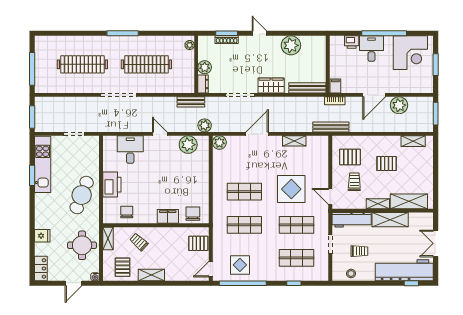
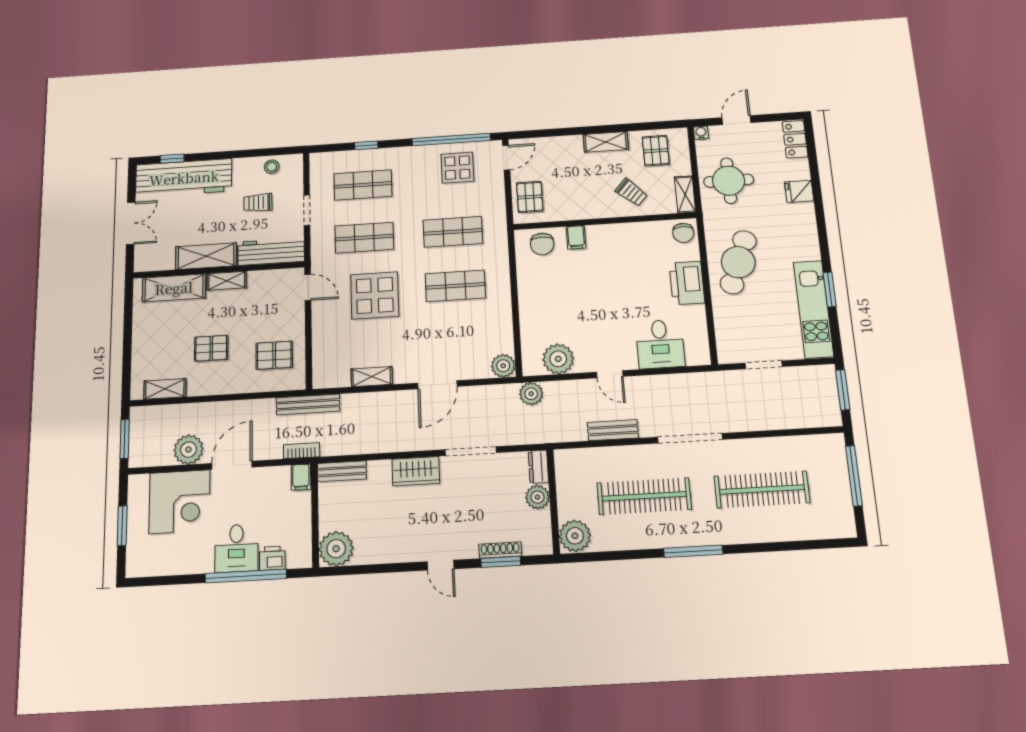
window: (384, 33) -> (246, 576), moved
plant: (190, 45) -> (575, 536), width x1.87, depth x1.87
plant: (291, 45) -> (336, 549), moved
corner desk: (410, 53) -> (180, 502), moved, turned 180
bench: (307, 88) -> (342, 471), width x0.73
bench: (191, 102) -> (613, 430), moved
trolley: (354, 182) -> (267, 314), removed
chair: (127, 212) -> (683, 233), moved
filing cabinet: (168, 216) -> (576, 237), width x0.50
pallet: (198, 243) -> (530, 197), turned 90

